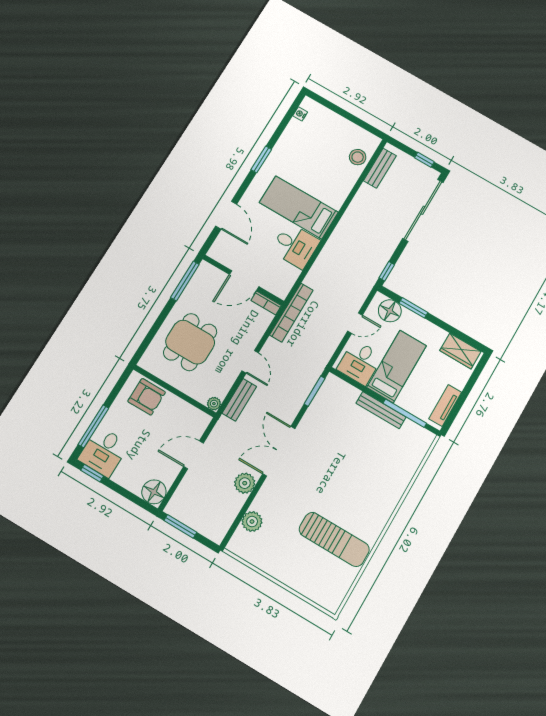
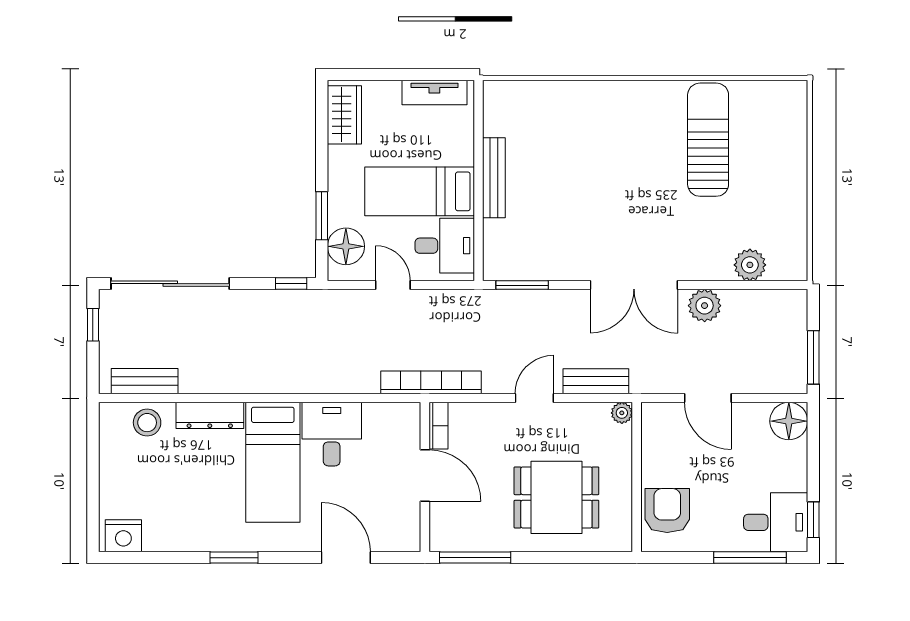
nightstand: (300, 114) -> (123, 536), width x1.89, depth x1.79
dresser: (342, 190) -> (210, 415), added
door: (226, 215) -> (346, 558), hinge flipped
window: (405, 413) -> (479, 142), removed

